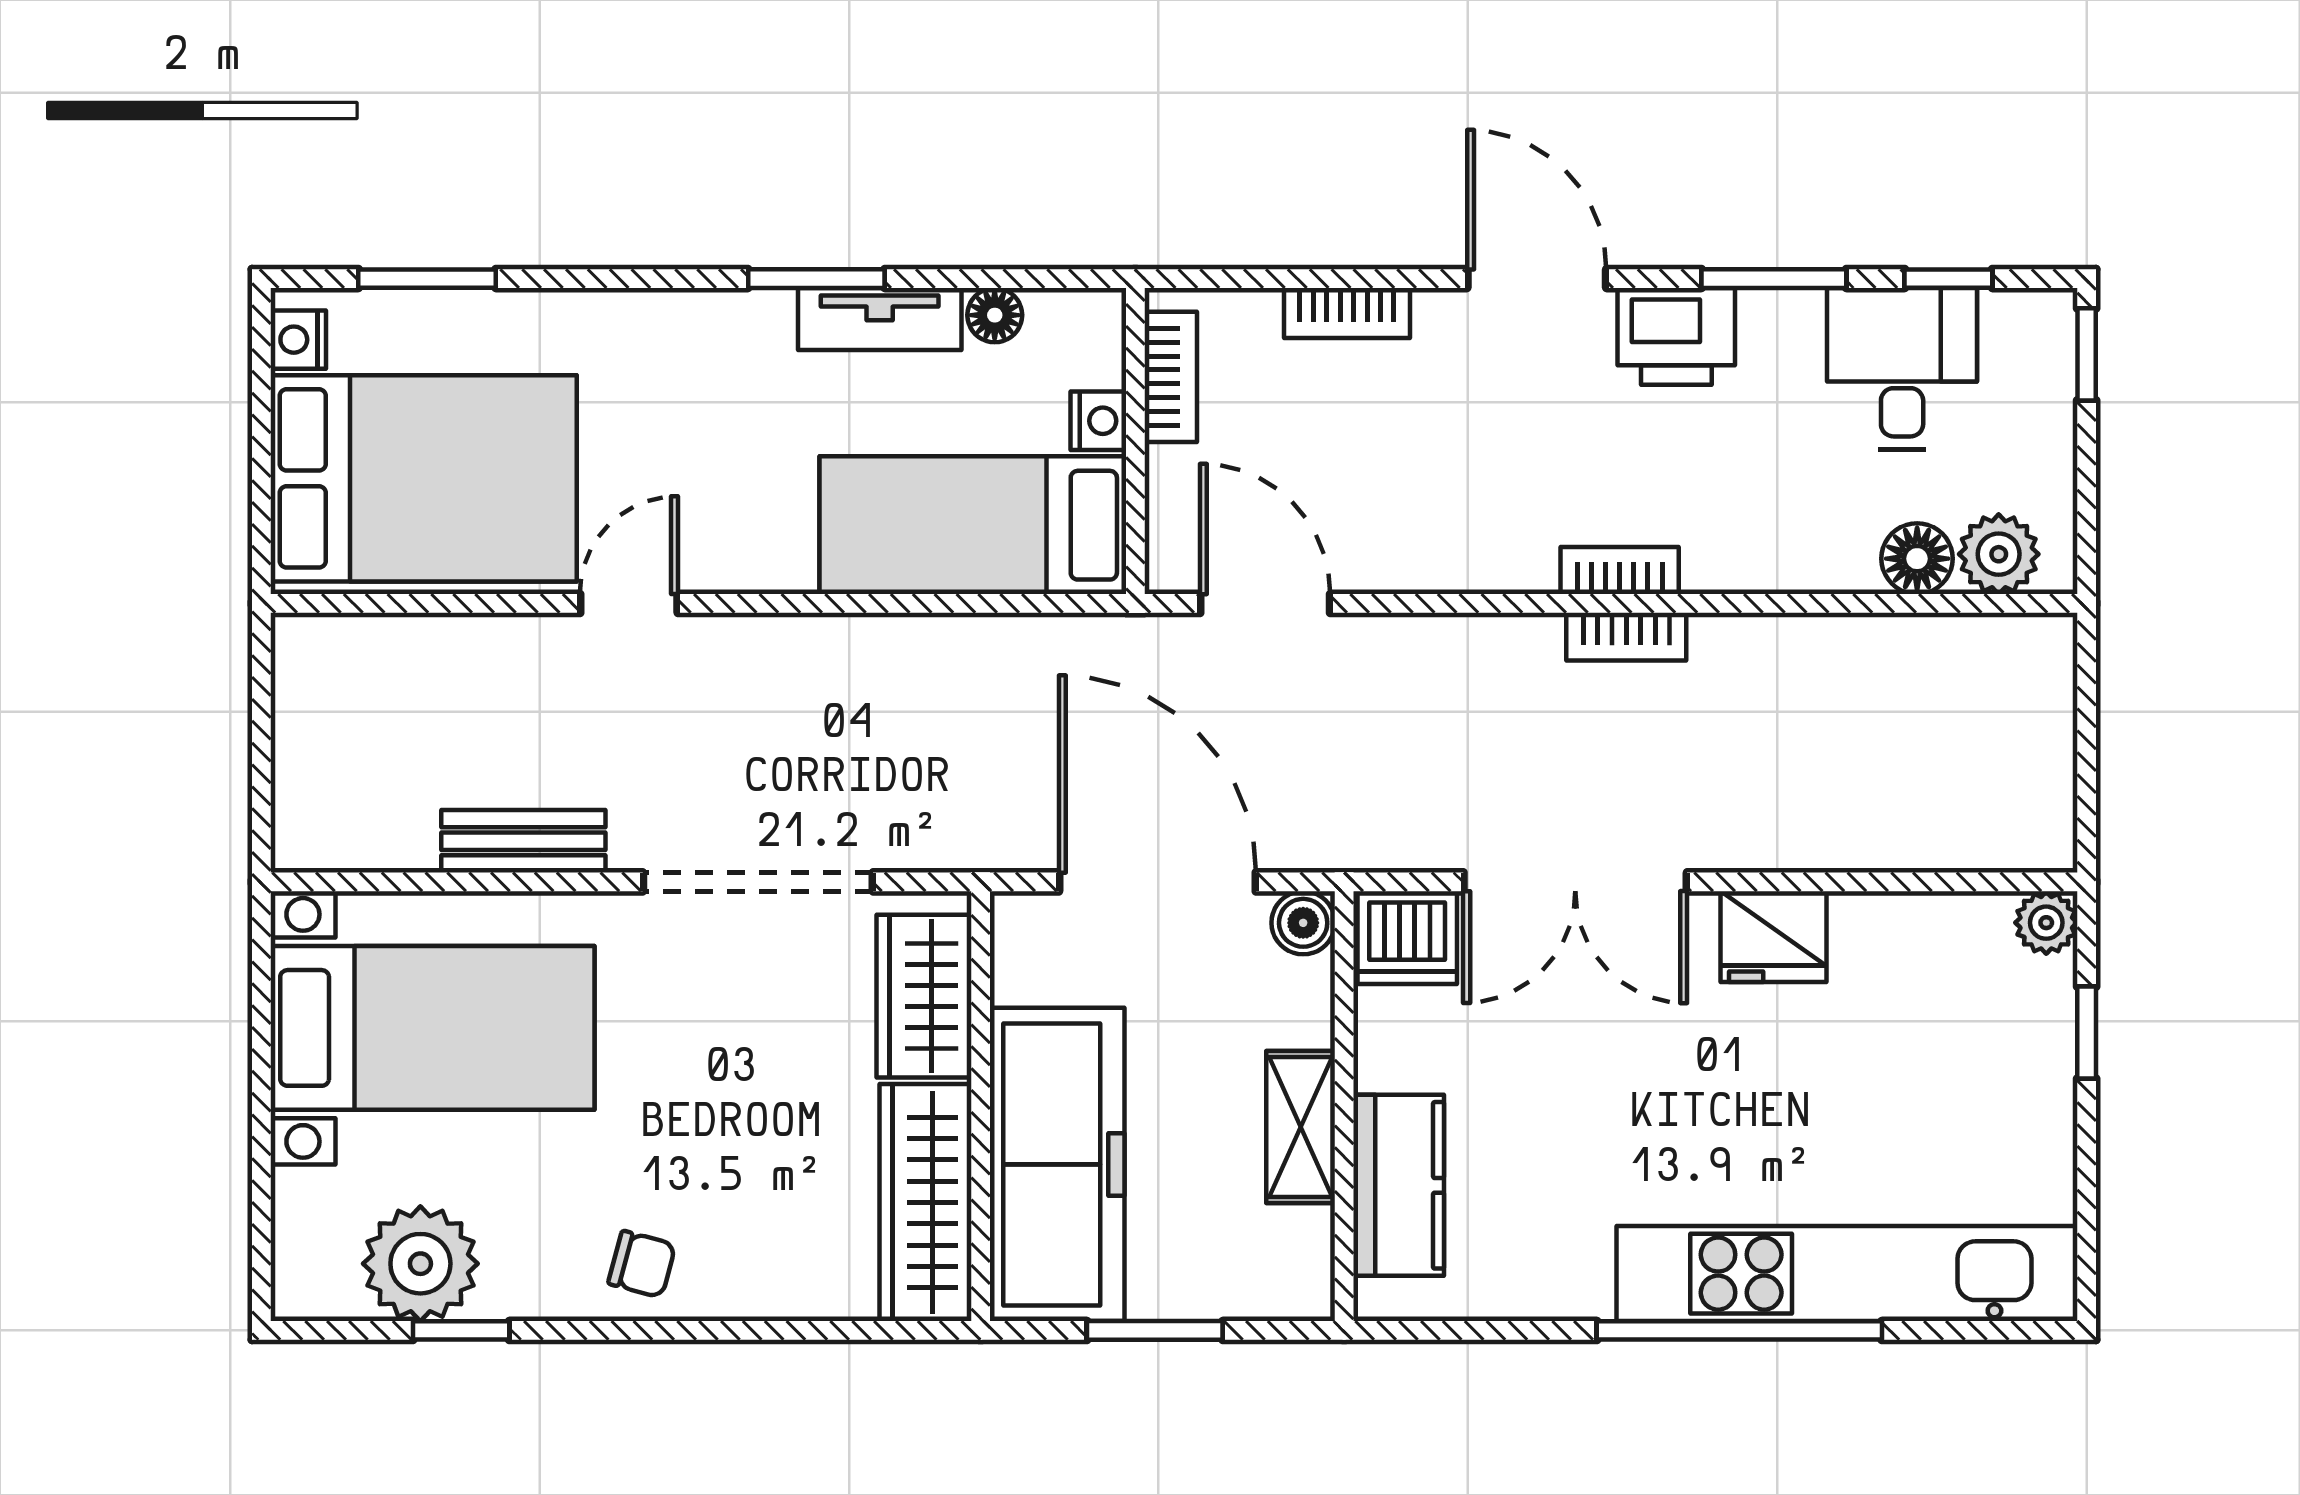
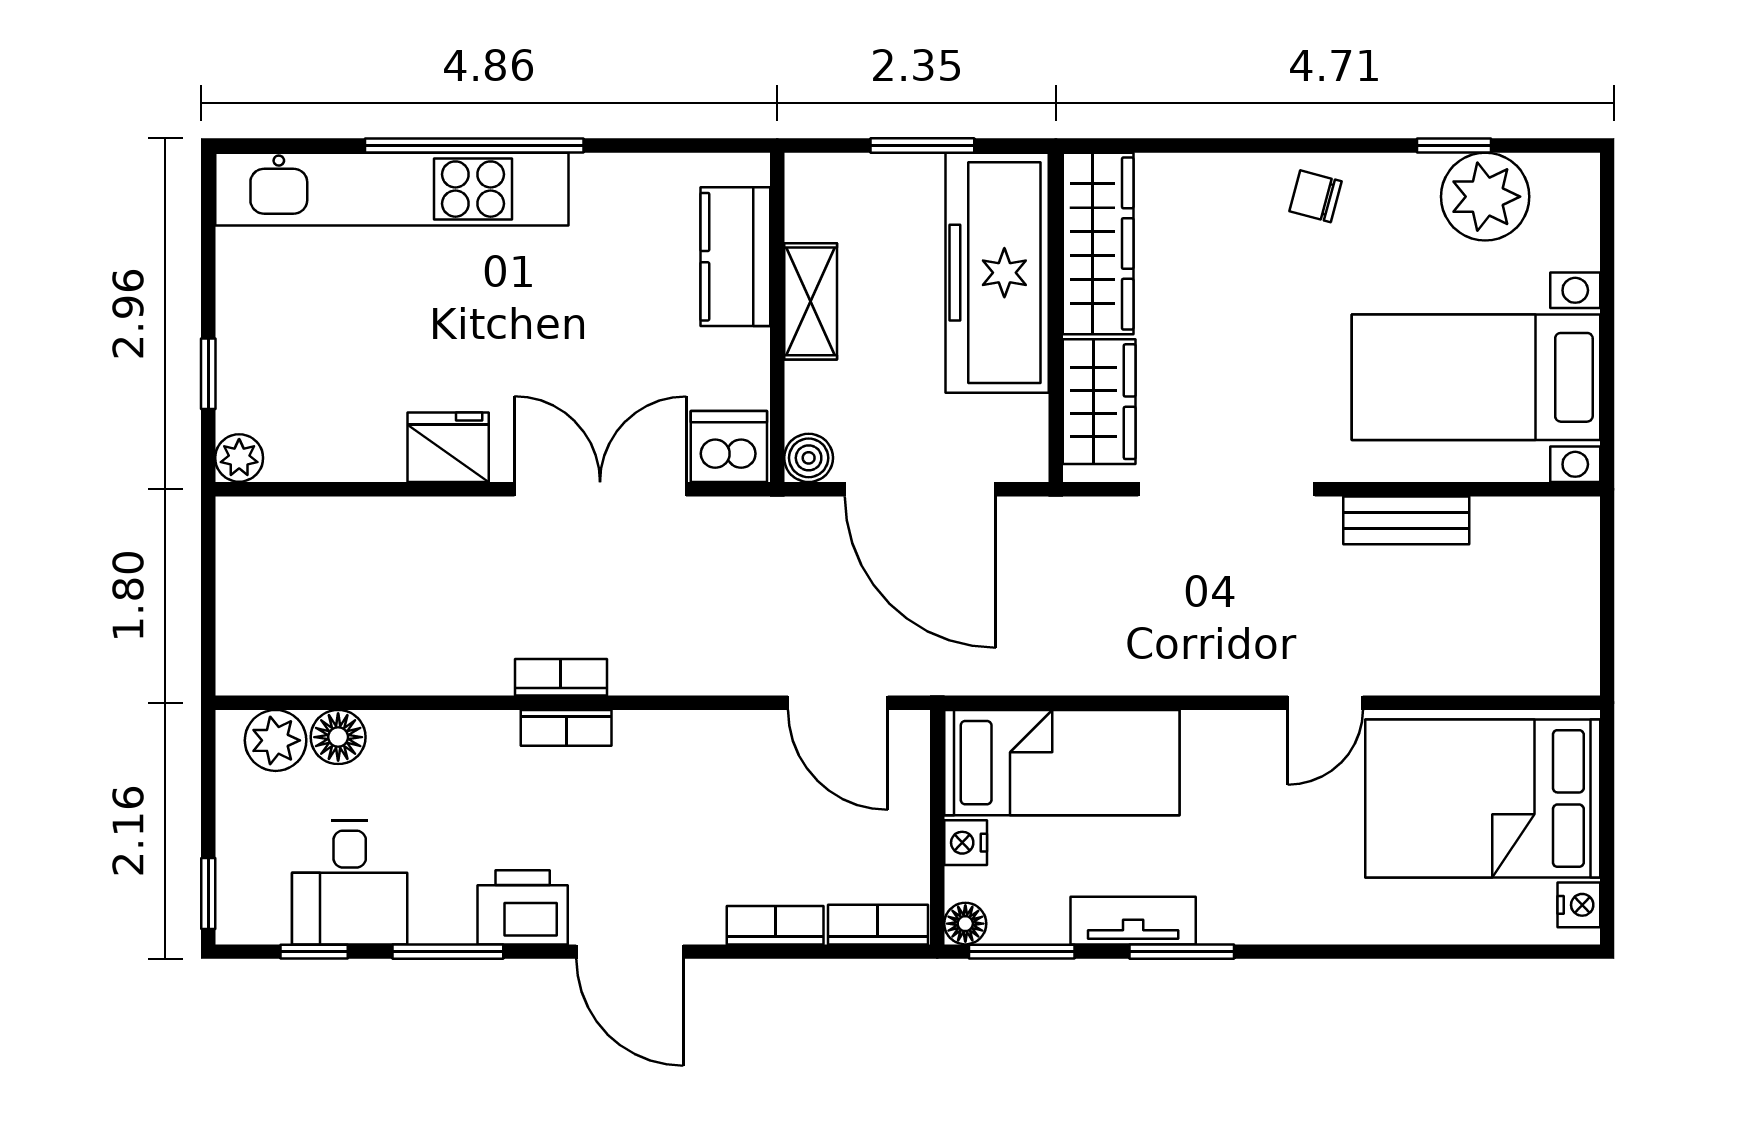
window: (427, 279) -> (1022, 952), moved
floor lamp: (995, 315) -> (965, 924), moved
bookcase: (1171, 377) -> (878, 925), moved, turned 90

